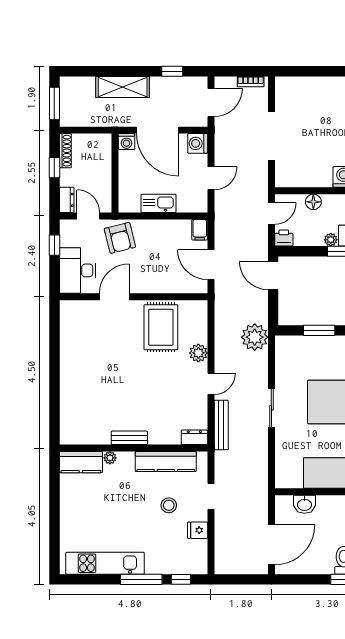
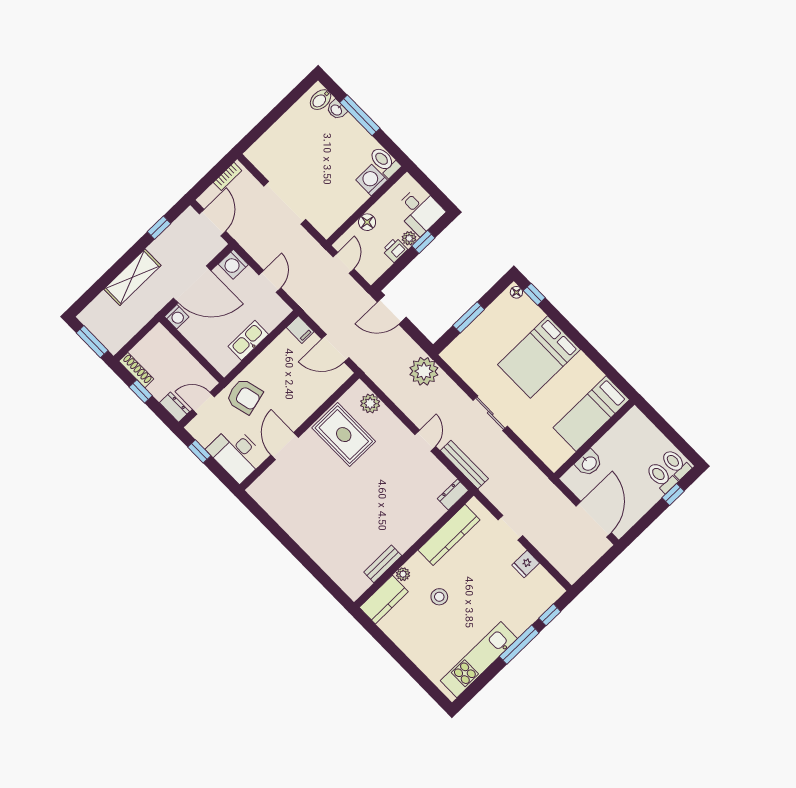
printer: (284, 238) -> (395, 250), moved
plant: (198, 353) -> (370, 403), moved
bench: (129, 438) -> (383, 564), moved
stool: (169, 505) -> (439, 597), moved

